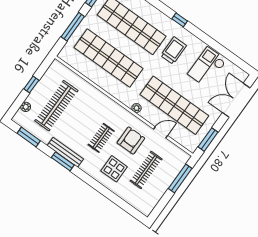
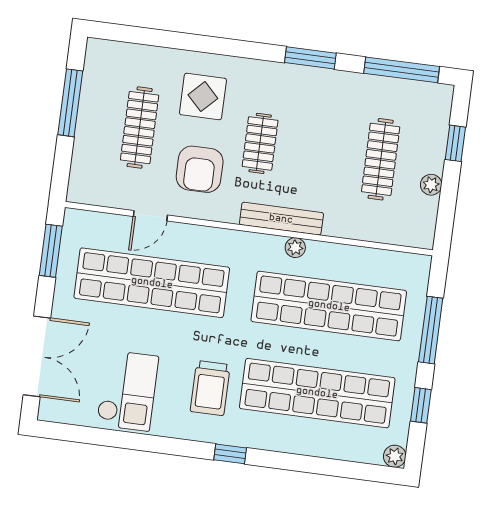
window: (31, 85) -> (455, 143), moved
clothes rail: (56, 106) -> (381, 159), width x0.73, depth x0.76
plant: (26, 107) -> (431, 185), moved
plant: (137, 108) -> (295, 248), moved
window: (29, 137) -> (402, 70), width x1.44
bench: (65, 152) -> (281, 219), moved
window: (180, 178) -> (70, 103), moved

